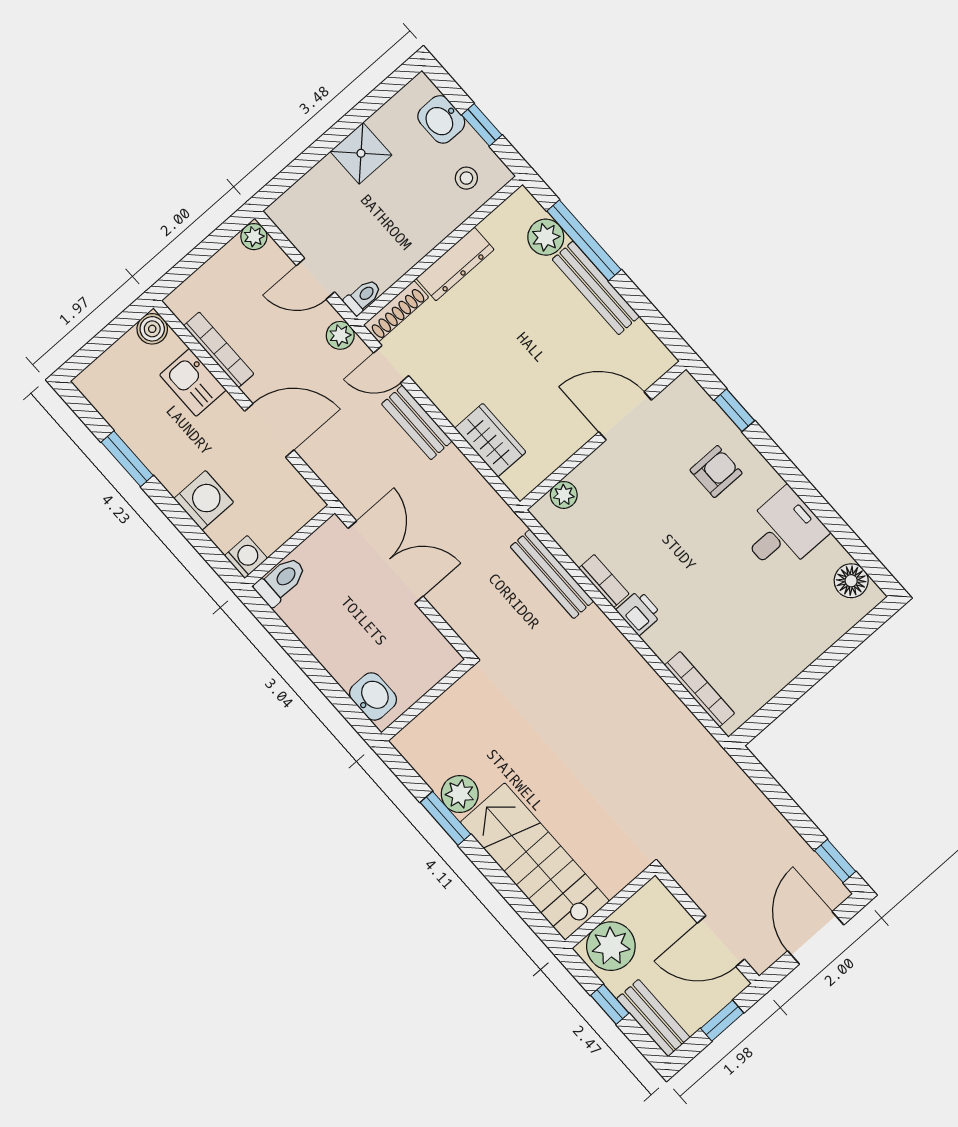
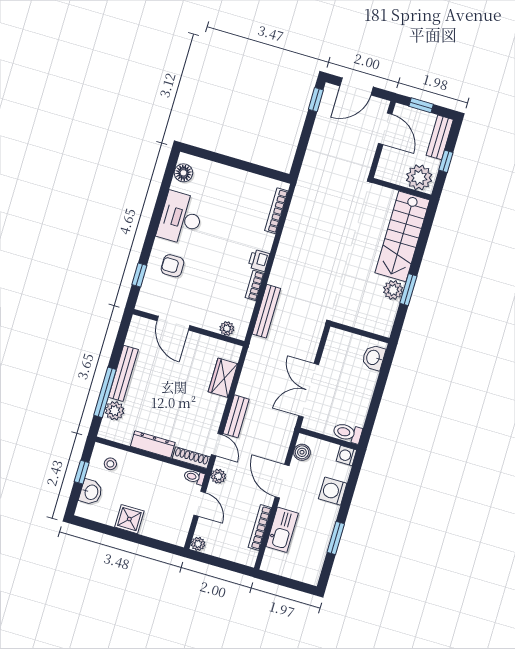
boiler: (152, 329) -> (302, 452), moved
kitchen sink: (193, 382) -> (282, 530), width x1.38
desk: (783, 531) -> (181, 218), width x1.37

